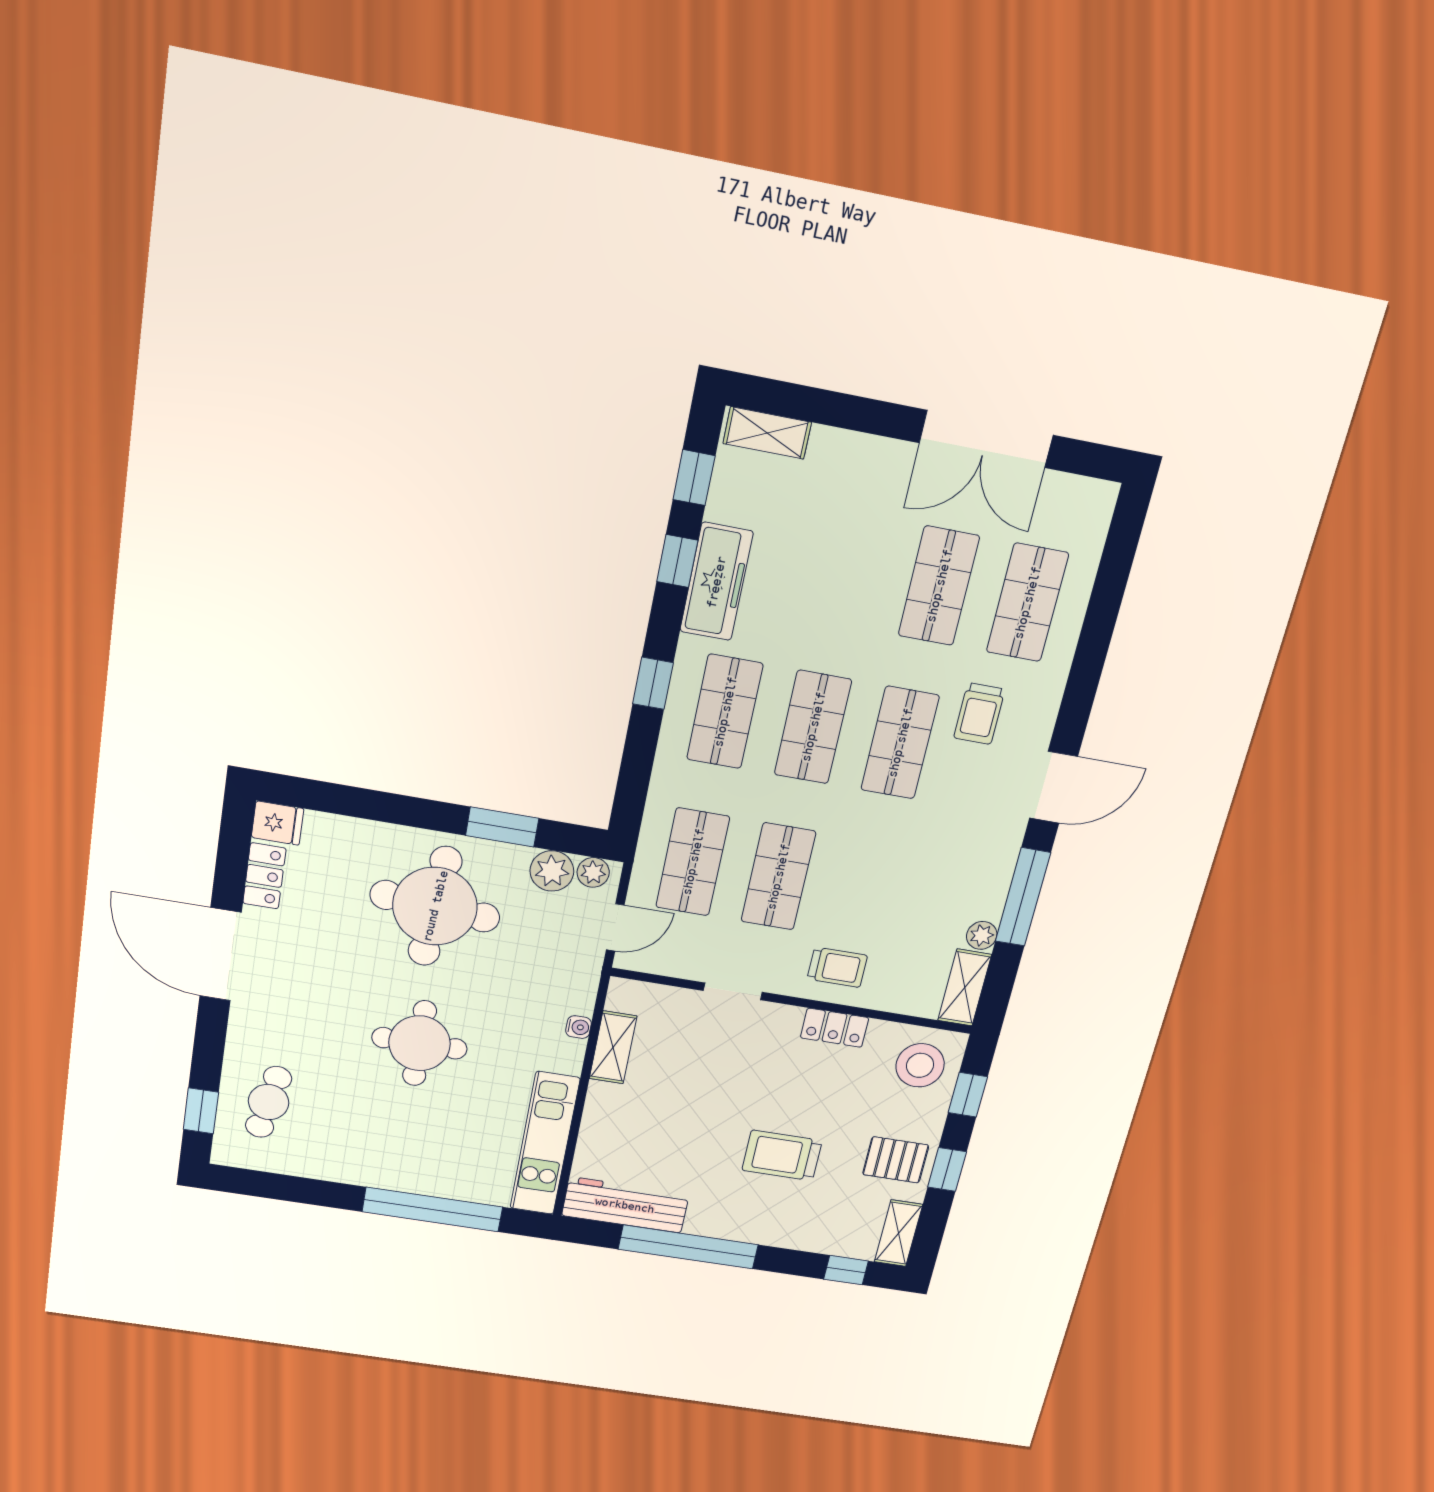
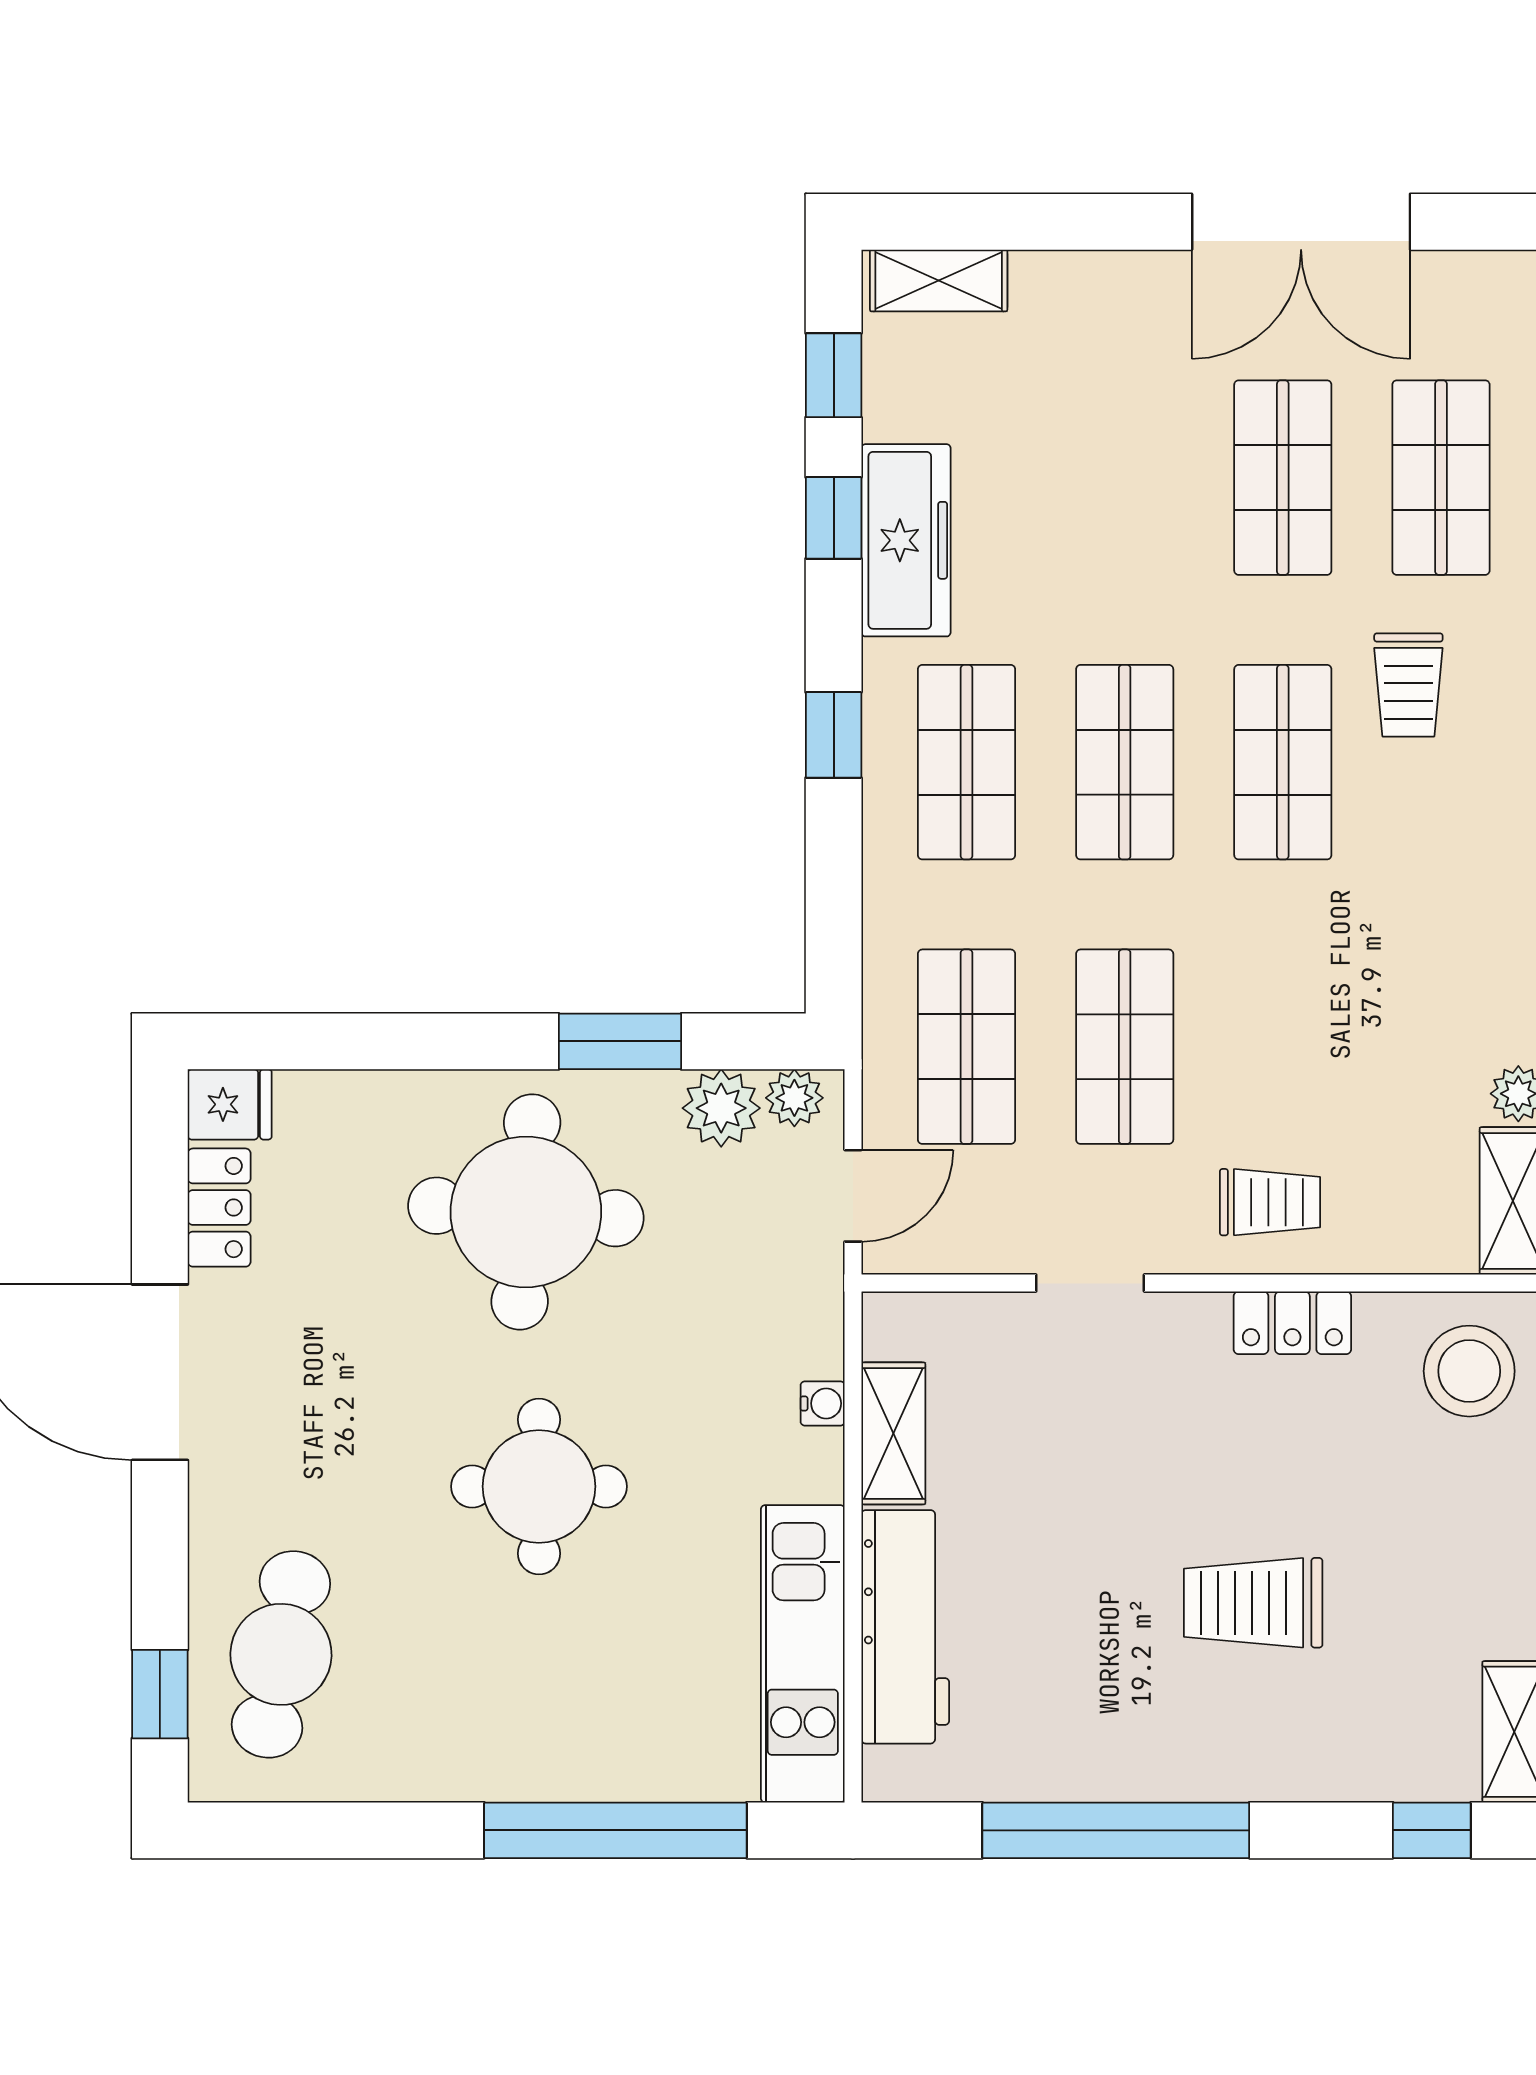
cafe table: (269, 1102) -> (281, 1654), width x1.37, depth x1.35
pallet: (896, 1160) -> (1471, 1575), removed
workbench: (625, 1205) -> (905, 1627), moved, turned 90

